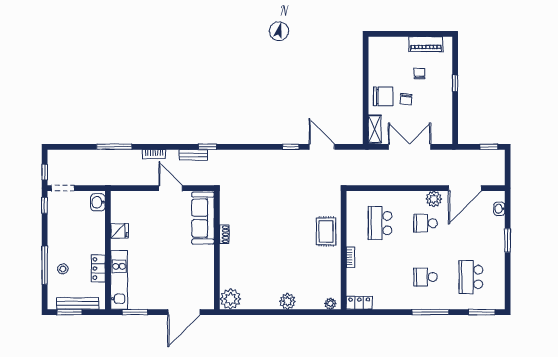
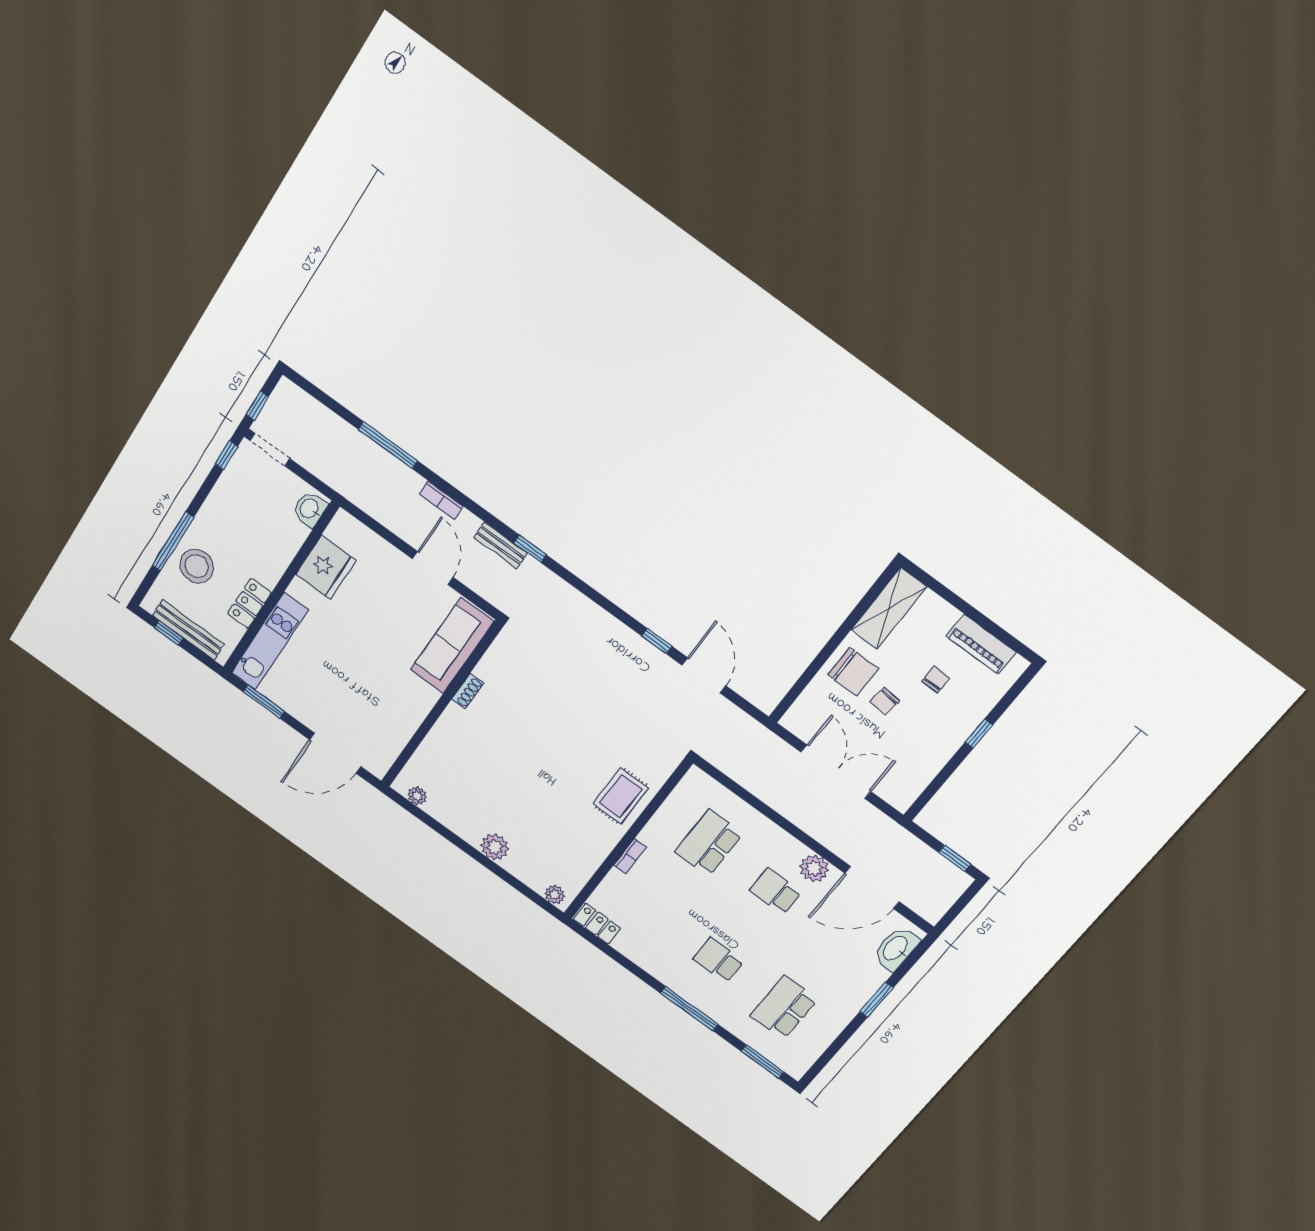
shelving: (375, 129) -> (889, 608), moved, width x1.50, depth x1.33
washbasin: (499, 209) -> (896, 949), width x1.91, depth x1.45
fridge: (119, 231) -> (326, 567), width x1.88, depth x1.34
stool: (63, 269) -> (197, 566), width x1.89, depth x1.89
plant: (230, 299) -> (417, 796), width x0.53, depth x0.53
window: (69, 312) -> (169, 633), width x0.67

